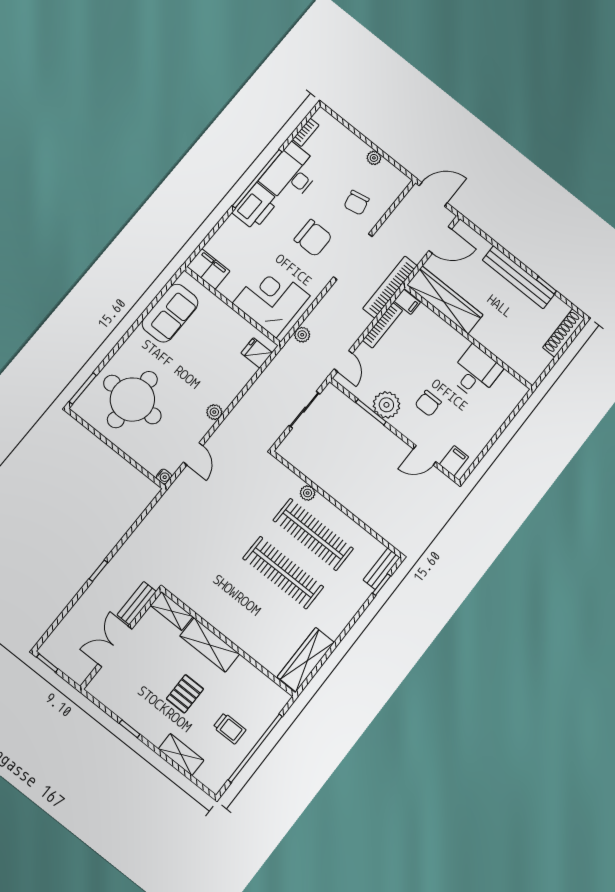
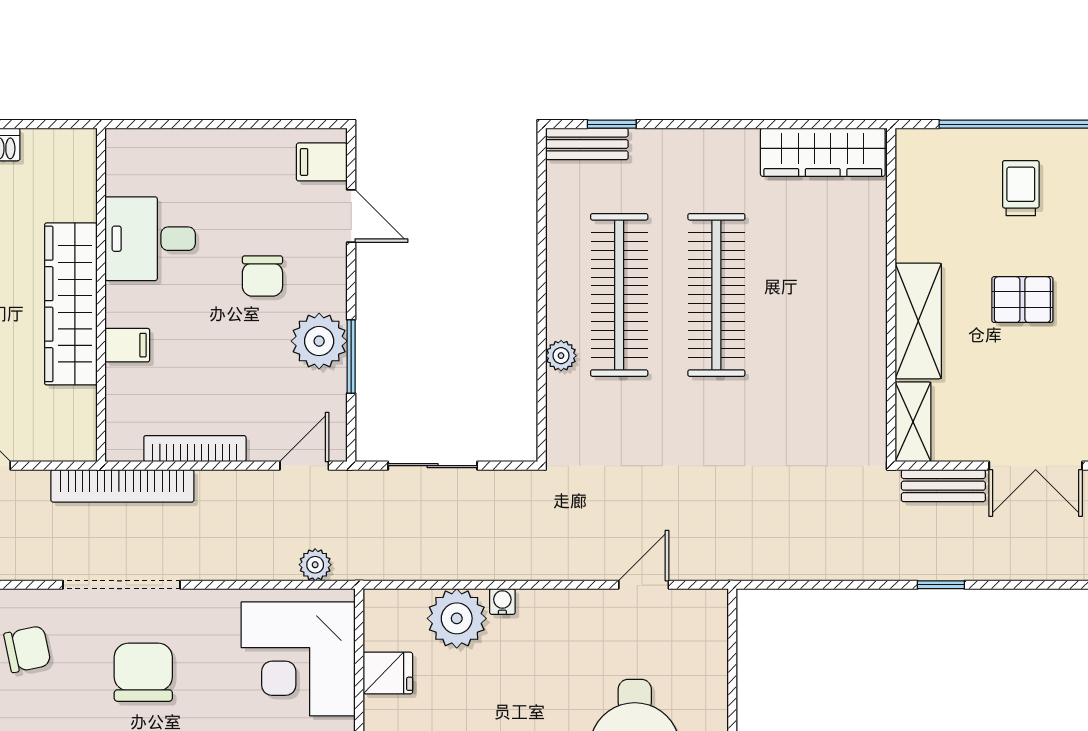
wardrobe: (445, 300) -> (71, 304), moved
filing cabinet: (407, 302) -> (127, 345), moved, turned 90
fridge: (257, 353) -> (388, 673), moved, turned -90
chair: (428, 403) -> (262, 276), turned 90
plant: (214, 412) -> (457, 618), moved, width x1.88, depth x1.88
water cooler: (164, 477) -> (502, 602), moved

